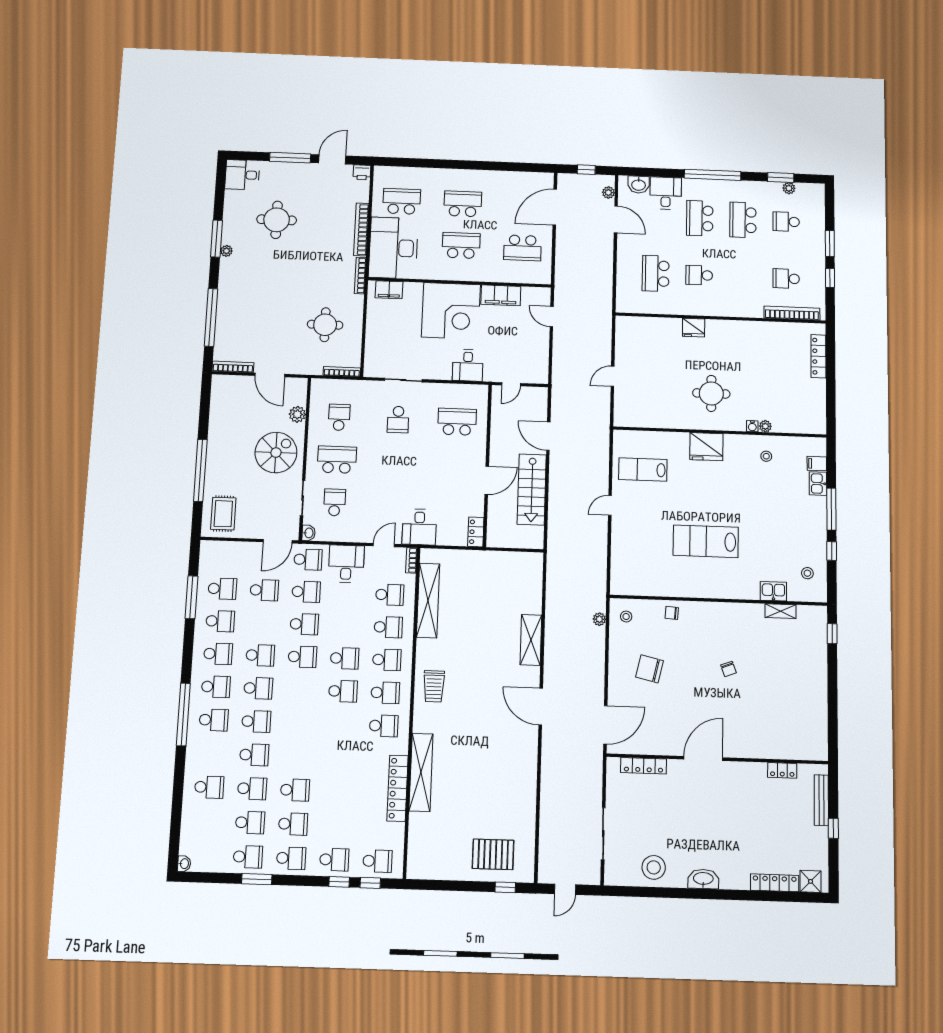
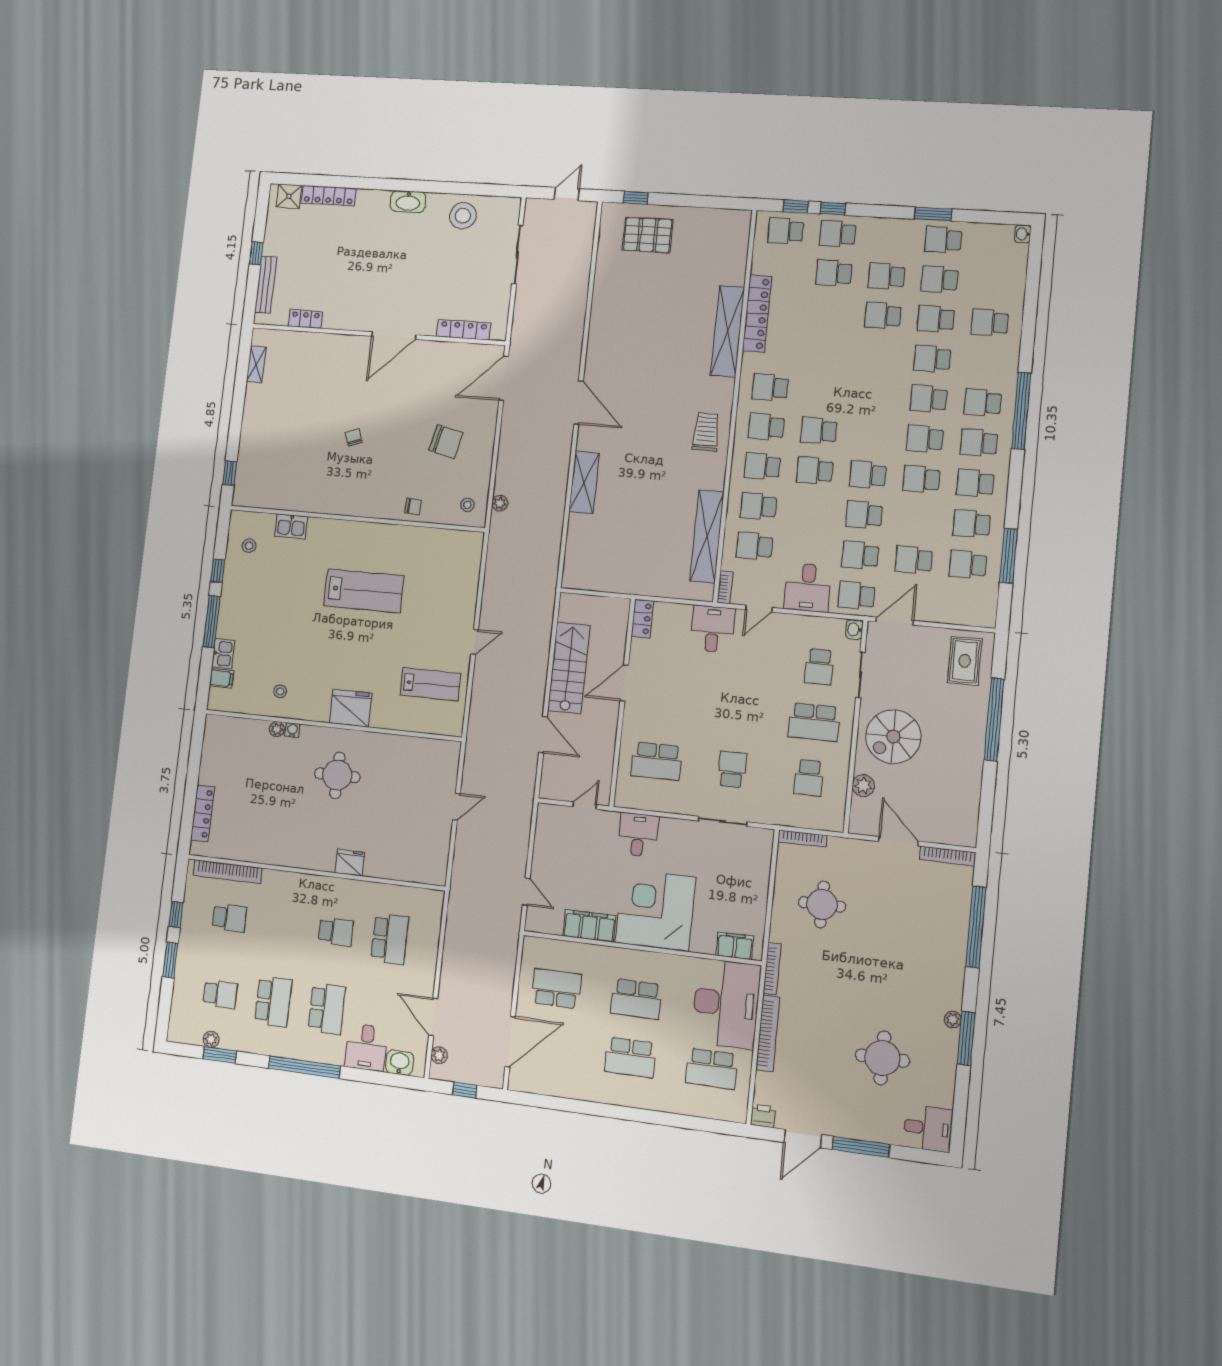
shelving: (780, 611) -> (256, 364), moved, turned 90
school desk: (291, 858) -> (834, 273), moved

